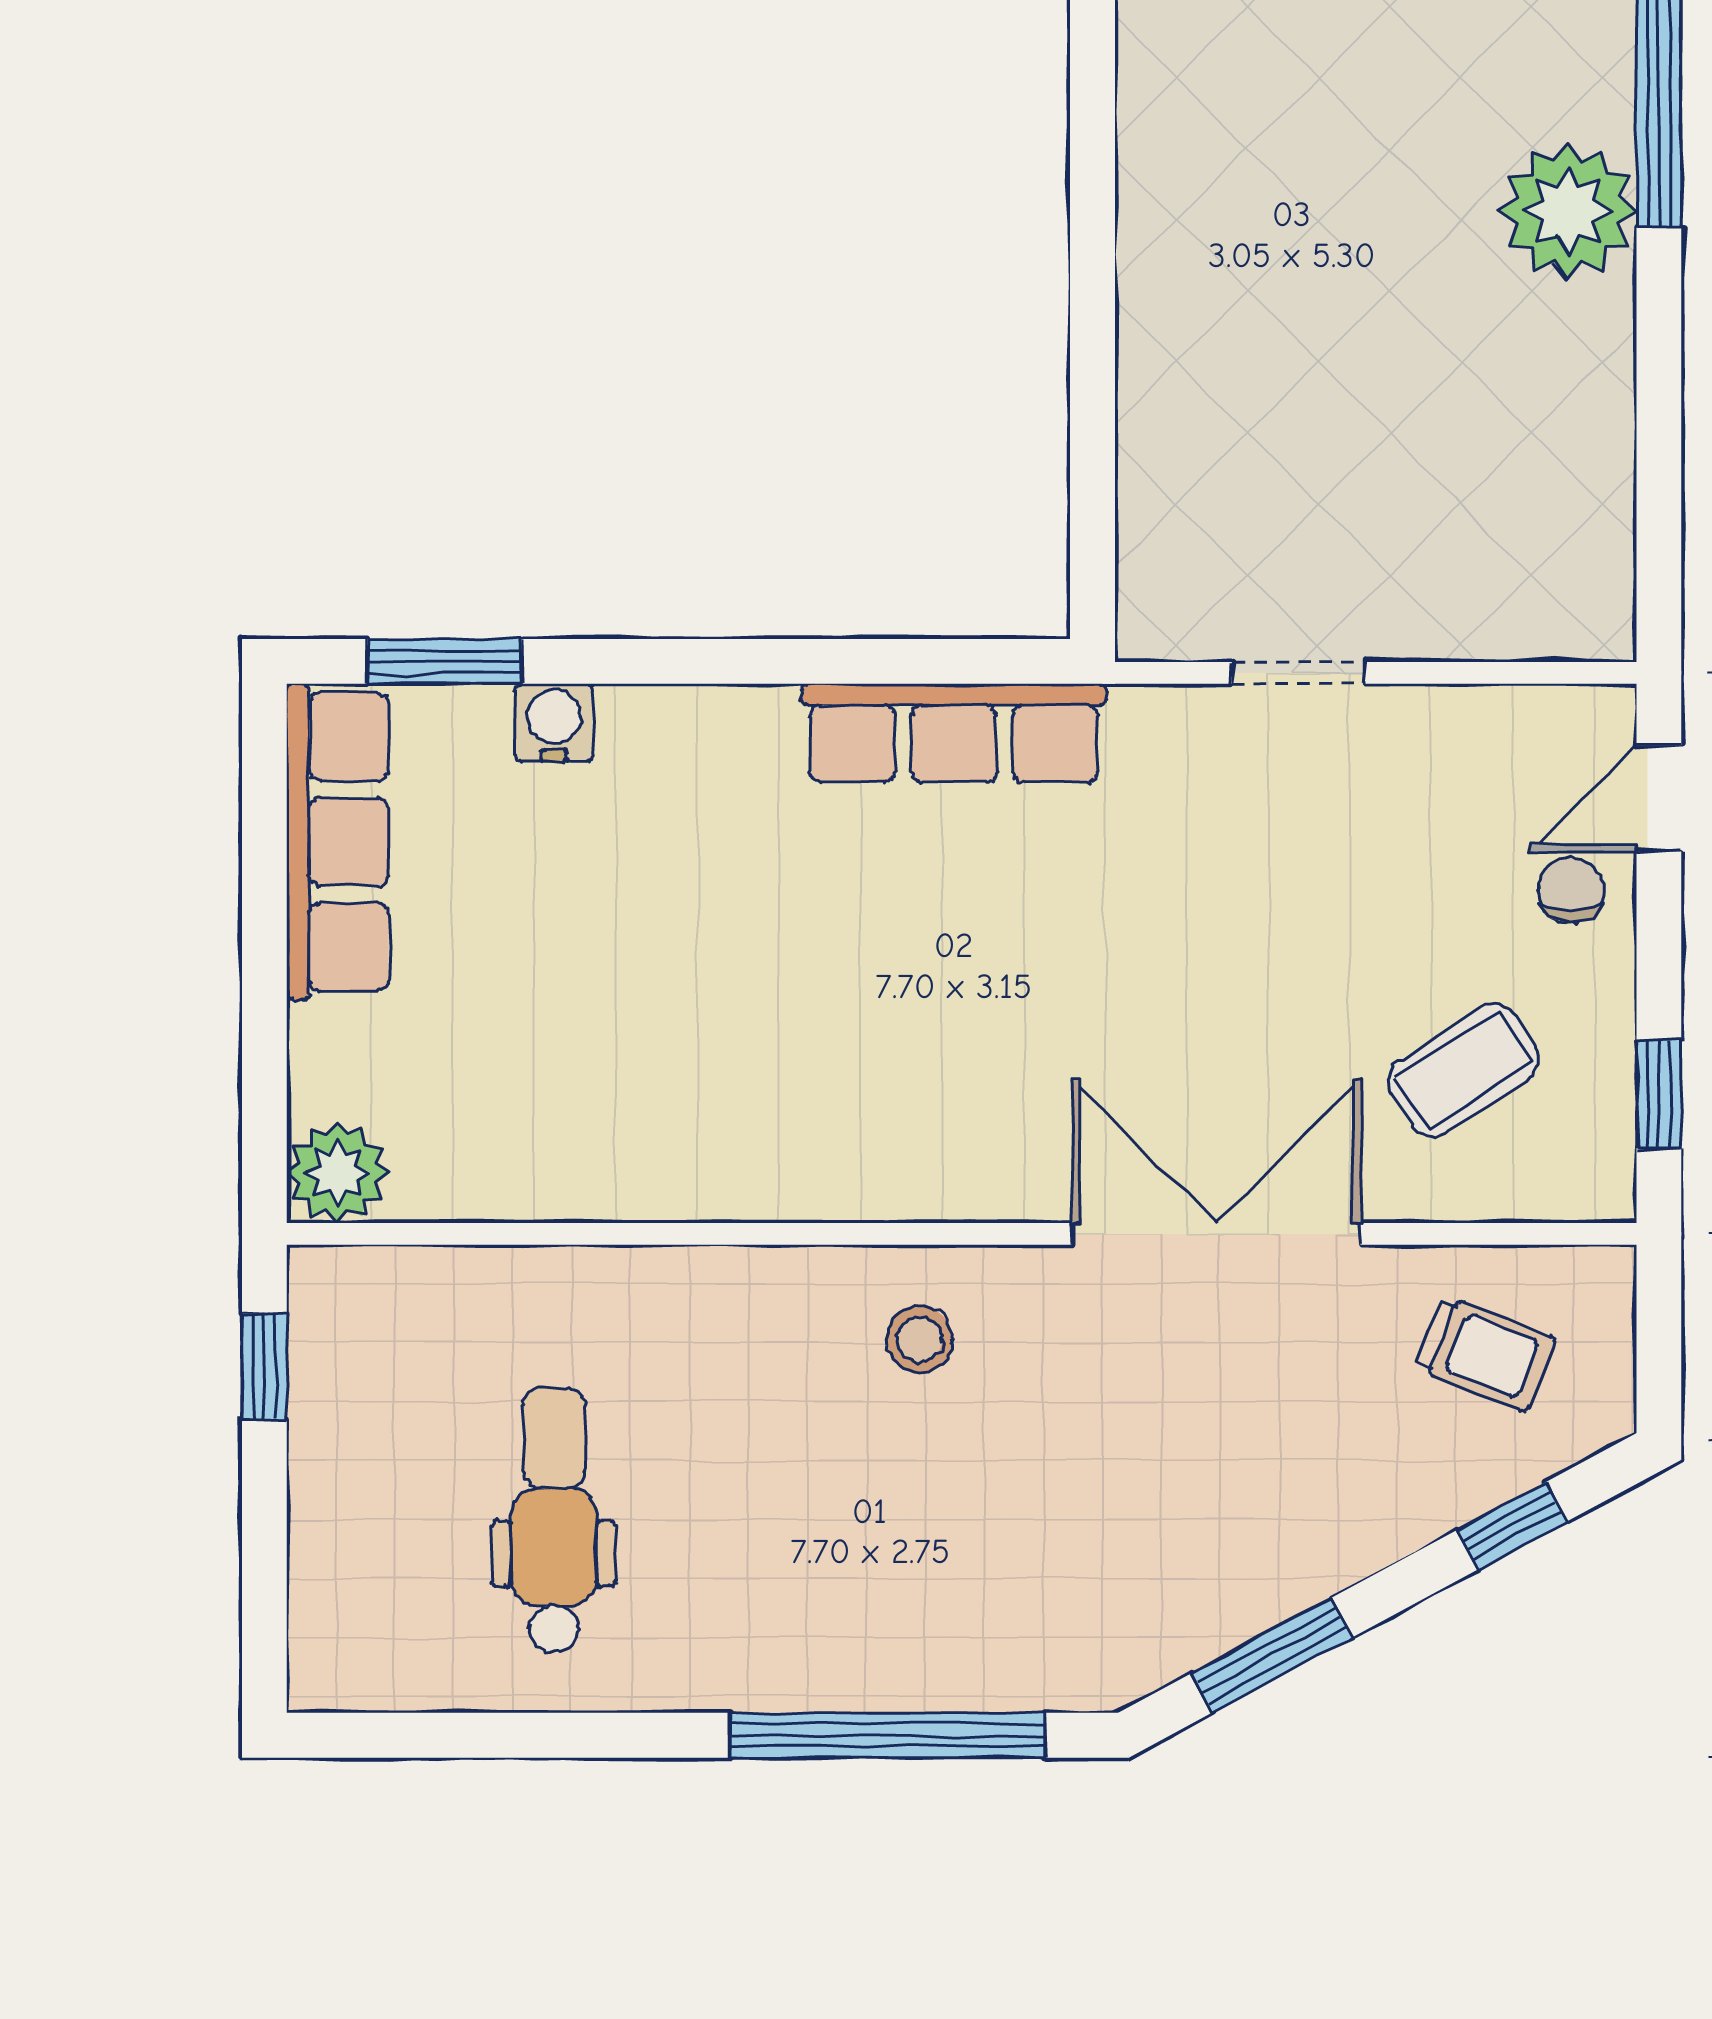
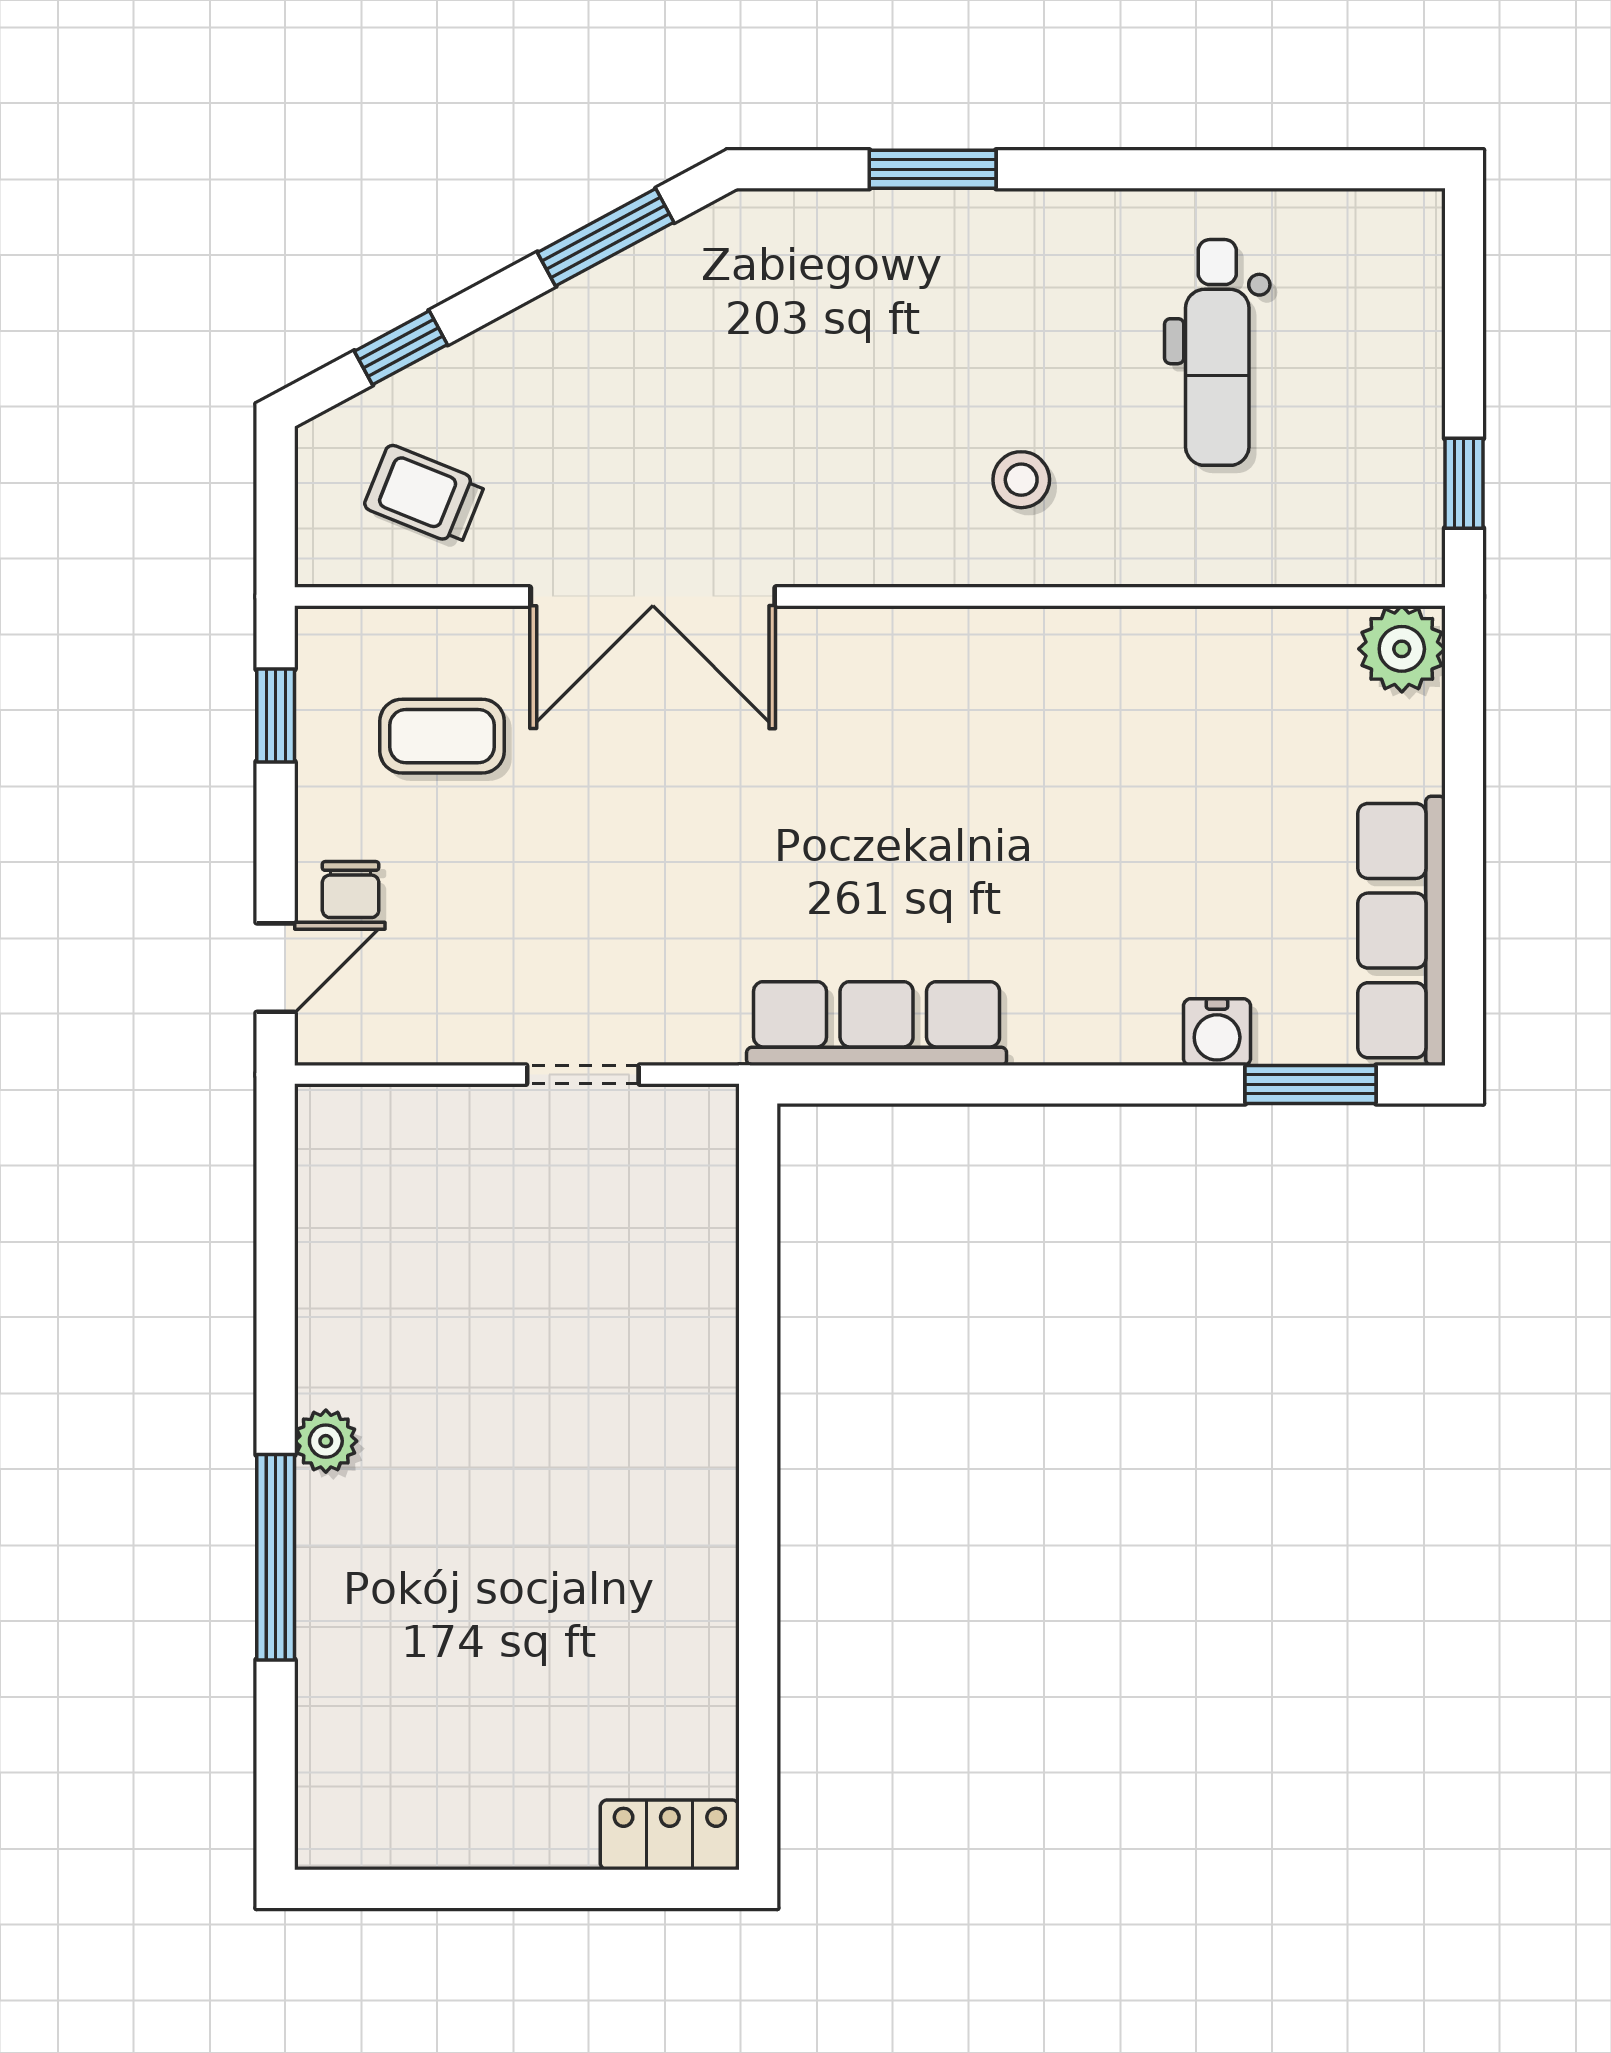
plant: (1568, 211) -> (326, 1441), width x0.53, depth x0.53
coffee table: (1464, 1070) -> (442, 736), turned 33
stool: (920, 1339) -> (1021, 480), moved
window: (888, 1735) -> (933, 169), width x0.47

